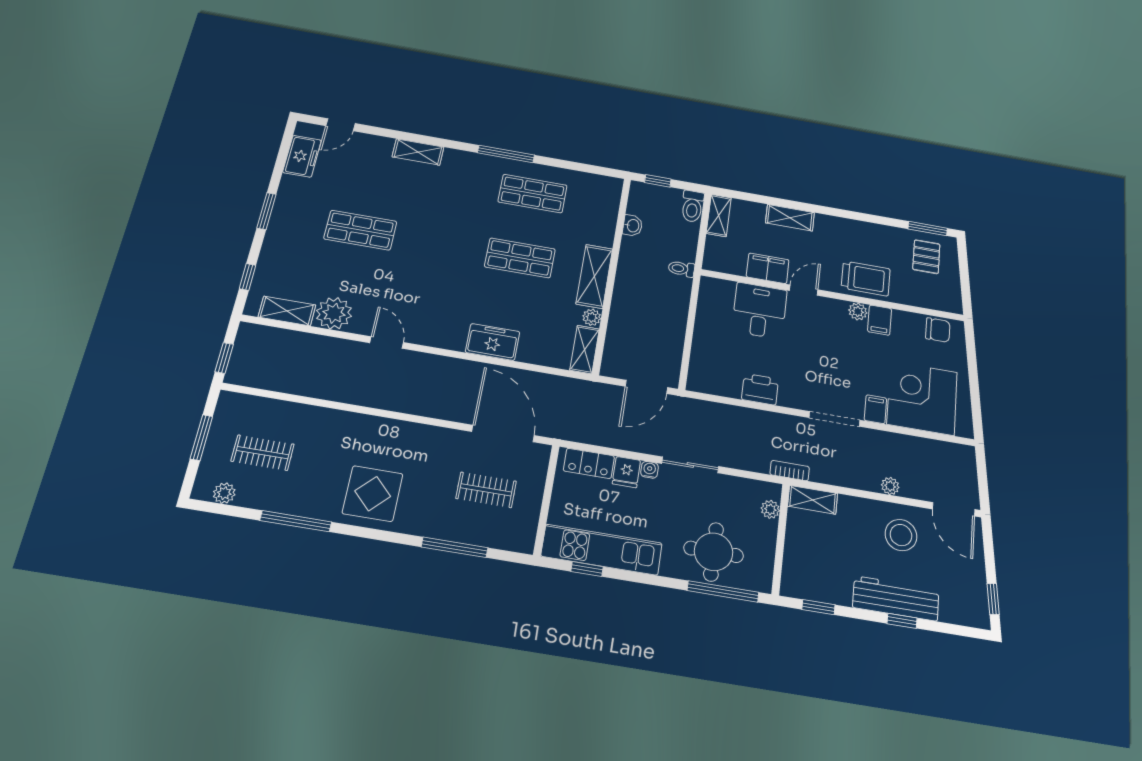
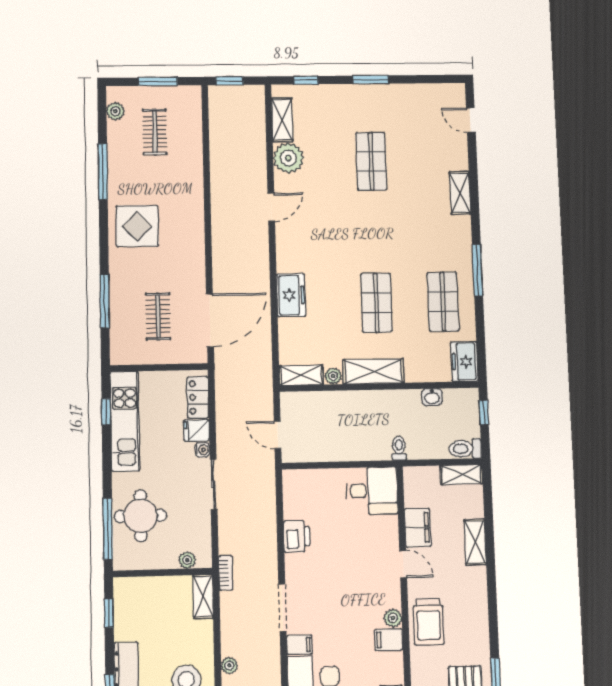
freezer: (302, 156) -> (464, 362), moved, turned 90
desk: (759, 311) -> (372, 491), moved
door: (646, 387) -> (278, 435), width x0.73

